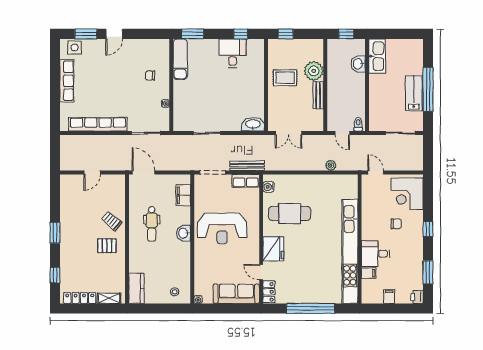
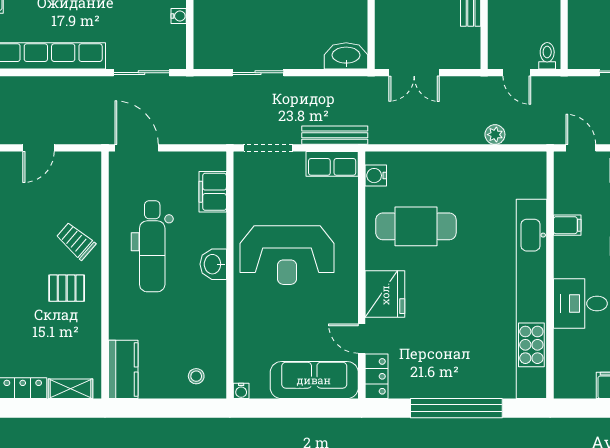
dental chair: (152, 224) -> (152, 246), width x1.36, depth x1.38
filing cabinet: (369, 273) -> (567, 225), moved

